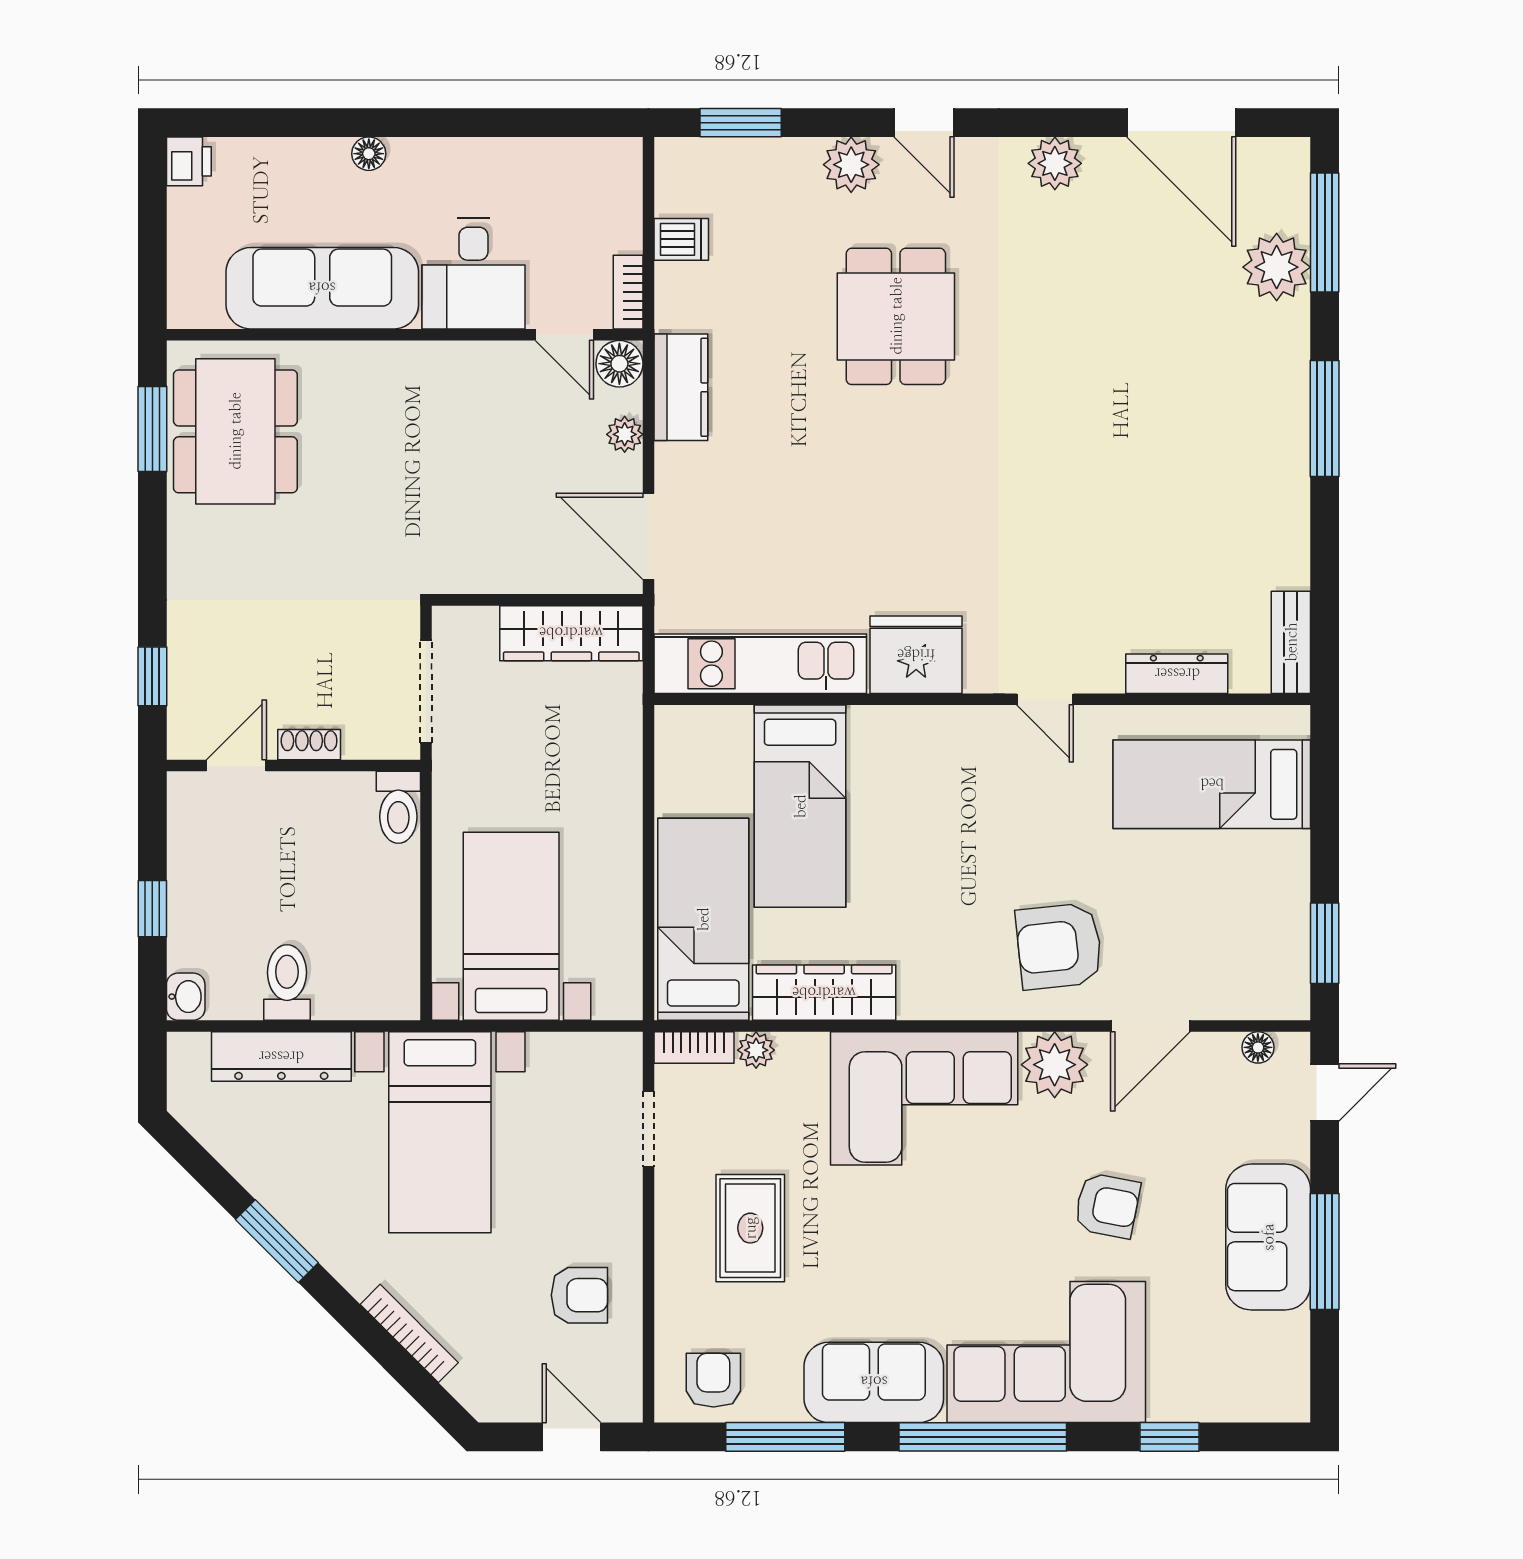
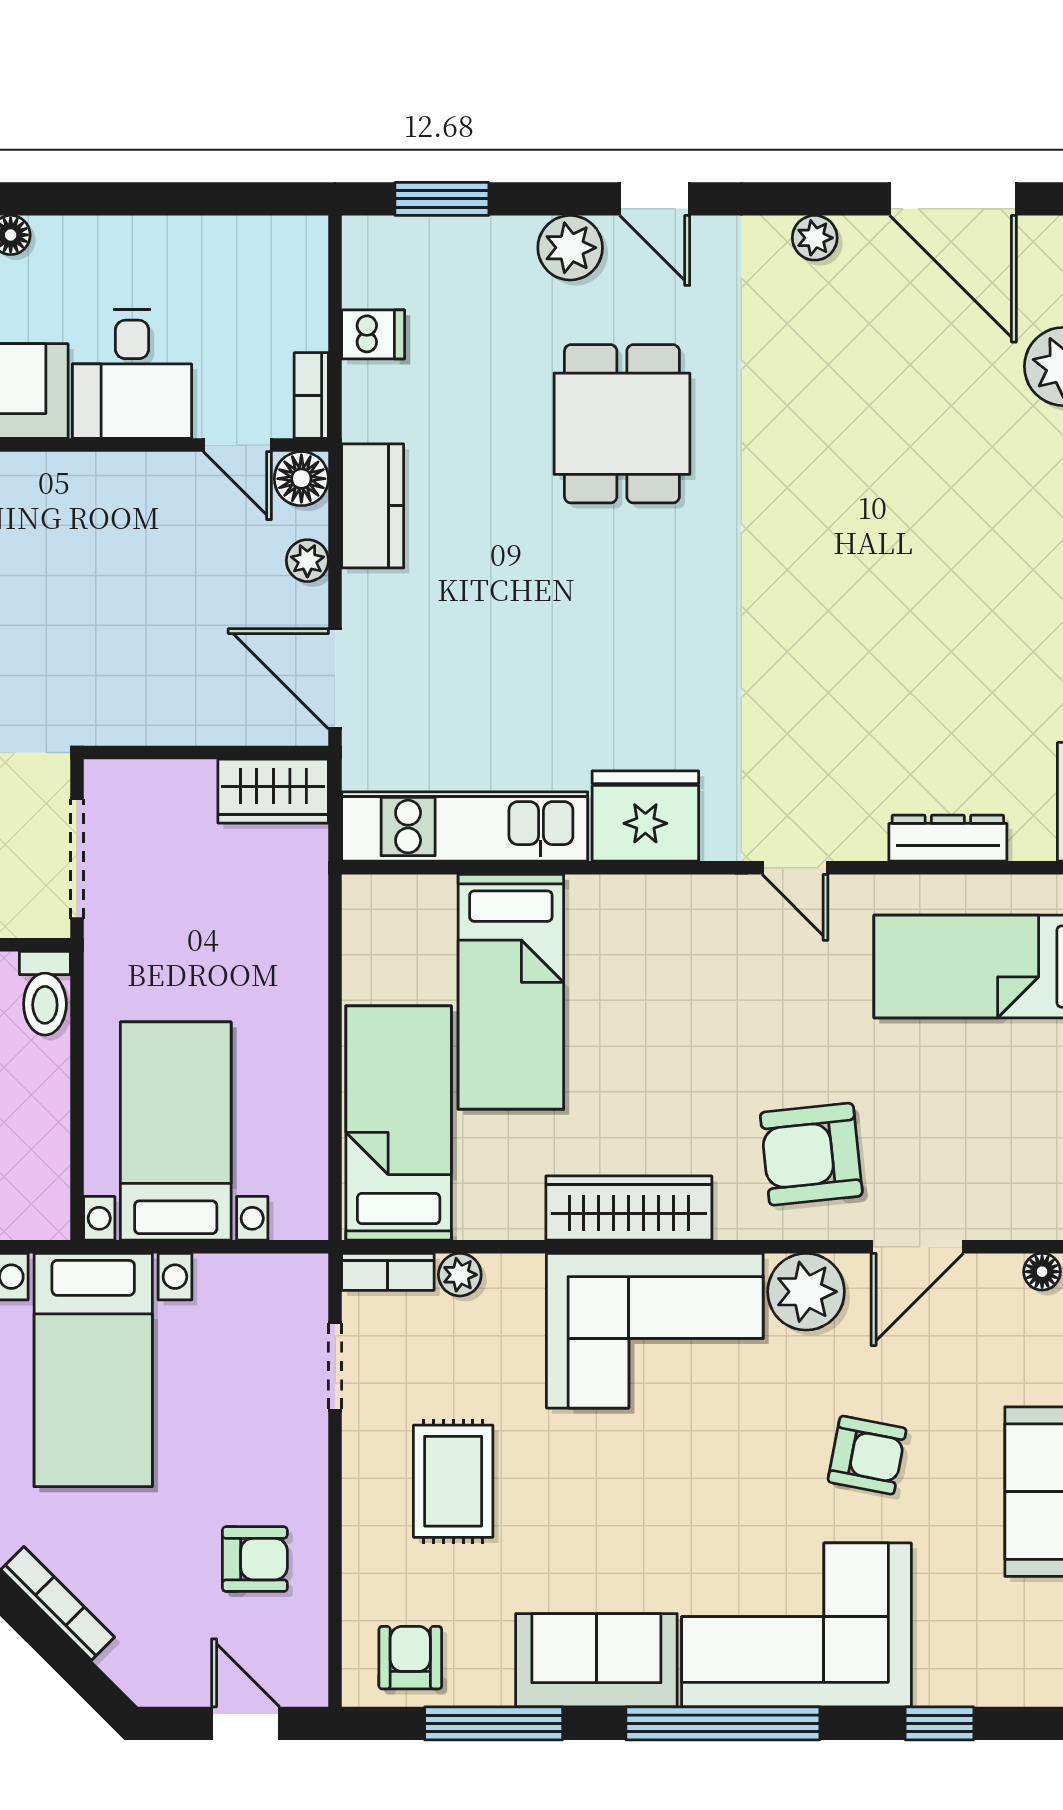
plant: (1055, 163) -> (815, 238), width x0.73, depth x0.73
wardrobe: (571, 633) -> (273, 791), width x0.67
wardrobe: (824, 993) -> (629, 1208), moved

